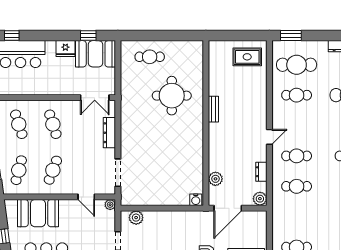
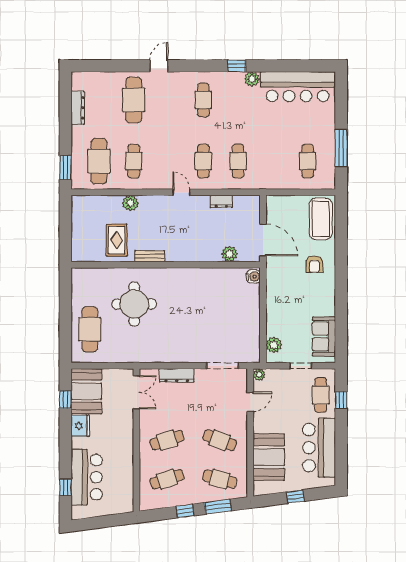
cafe table: (150, 57) -> (90, 329), width x1.37, depth x1.35
rug: (247, 57) -> (117, 240), moved
plant: (260, 199) -> (130, 203), moved

